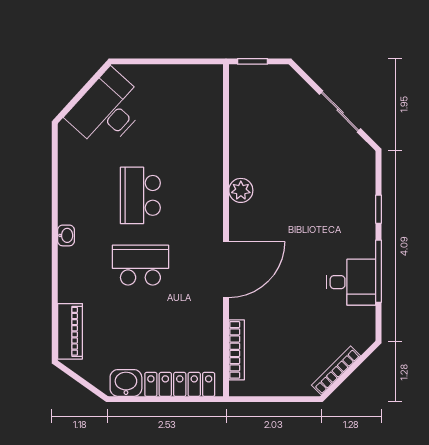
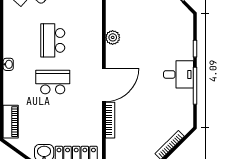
desk: (351, 282) -> (178, 74), moved
bookcase: (237, 350) -> (110, 120), moved

